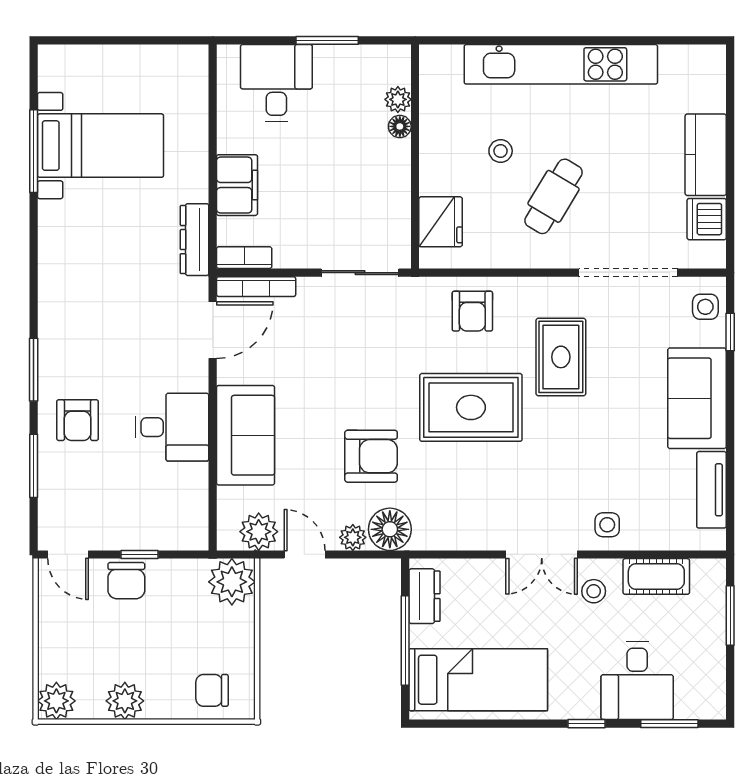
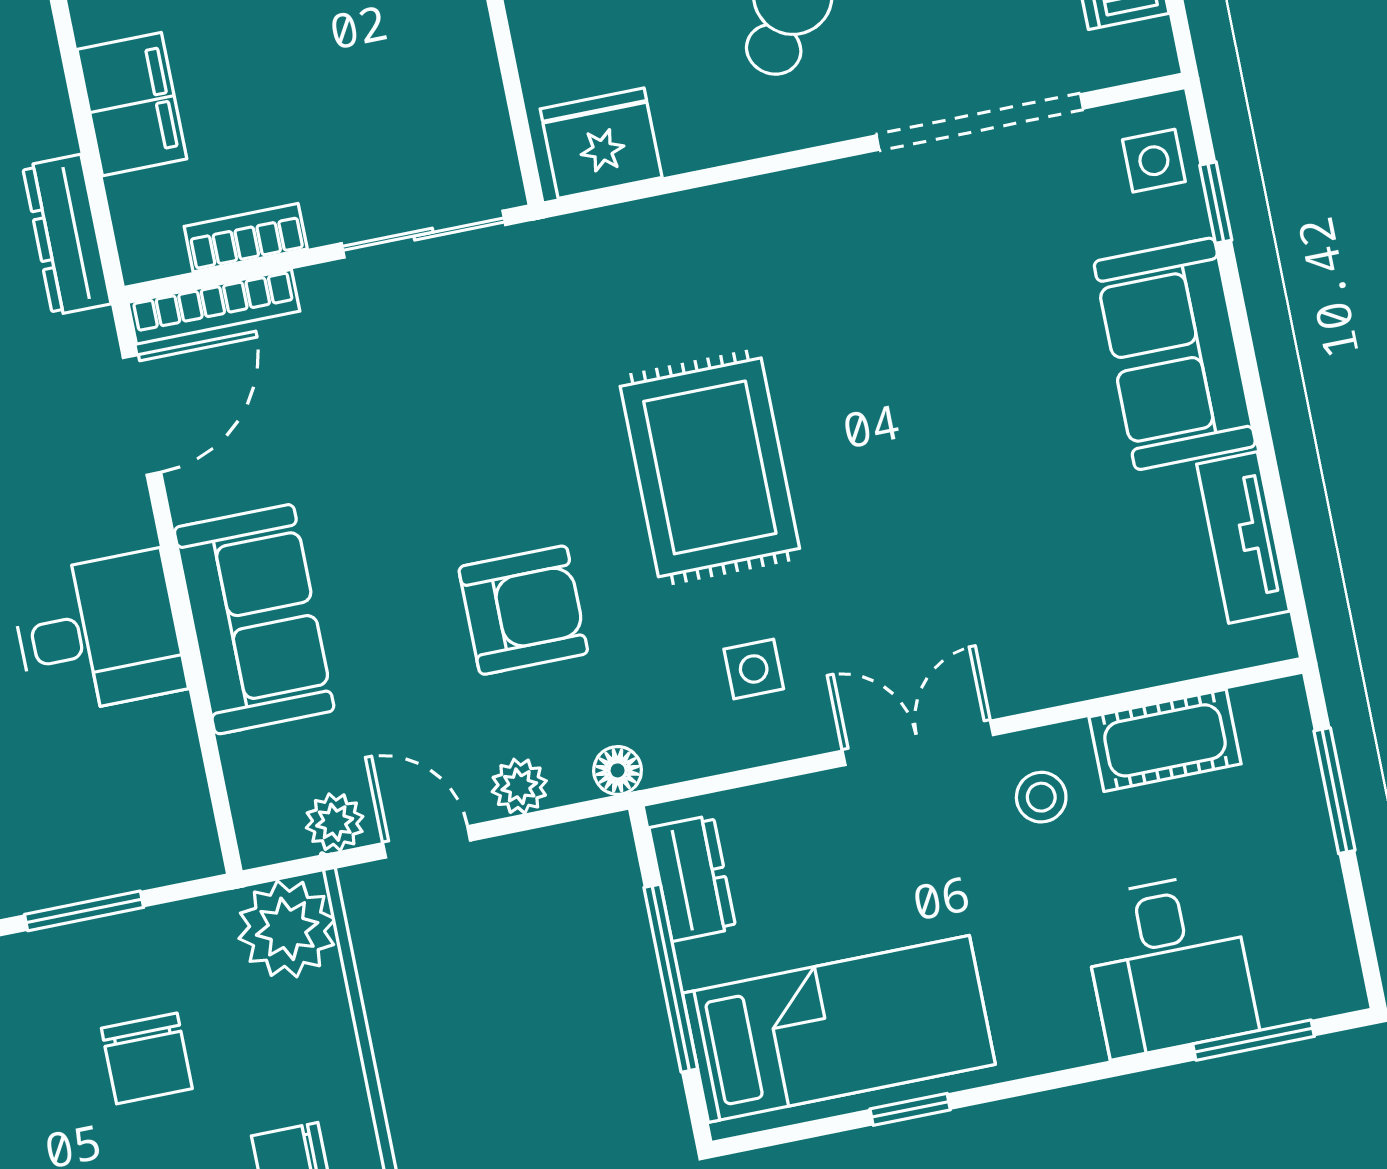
fridge: (441, 222) -> (601, 143), moved, turned -90
bookcase: (244, 258) -> (246, 238), moved
armchair: (472, 311) -> (673, 267), removed
rug: (561, 357) -> (875, 325), removed
rug: (471, 407) -> (710, 467), turned 90
side table: (607, 525) -> (754, 669), moved
floor lamp: (390, 529) -> (618, 770), width x0.53, depth x0.53
plant: (259, 532) -> (335, 822), width x0.73, depth x0.73
window: (139, 554) -> (84, 911), width x1.50
double door: (542, 554) -> (918, 743), swing flipped
chair: (126, 581) -> (147, 1058), moved
window: (587, 724) -> (910, 1109), moved

